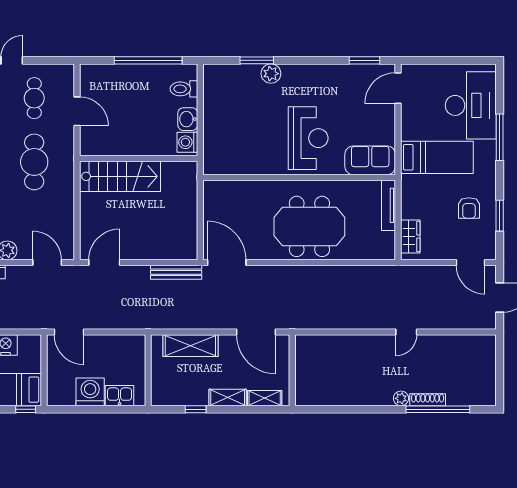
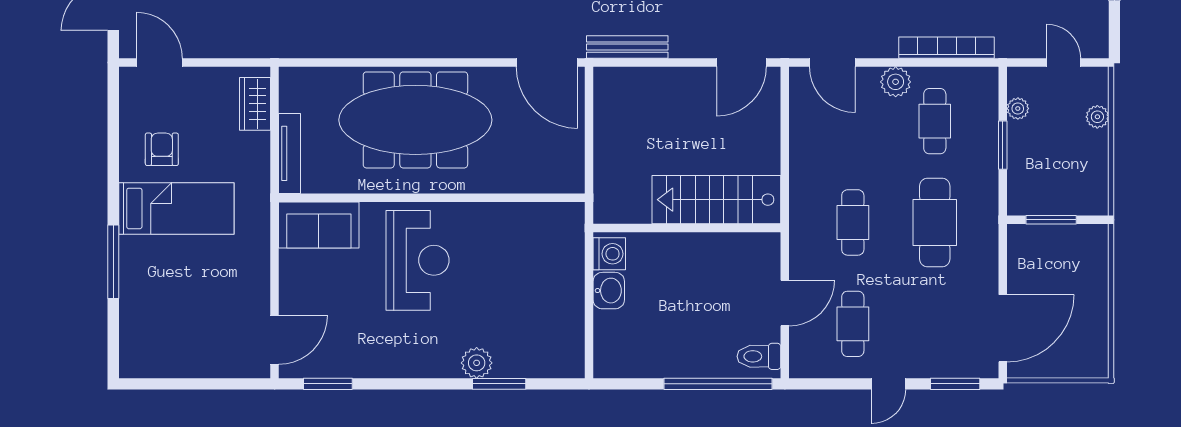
window: (148, 60) -> (718, 384), moved
toilet: (184, 89) -> (759, 356), moved, turned 180
desk: (471, 105) -> (159, 312), removed
door: (77, 111) -> (785, 303), swing flipped
reception desk: (308, 138) -> (418, 260), turned 180
bed: (437, 157) -> (176, 208), moved, turned 180
cafe table: (34, 162) -> (853, 222), width x0.73, depth x0.74
window: (500, 216) -> (113, 137), removed
meeting table: (309, 226) -> (415, 120), width x1.36

